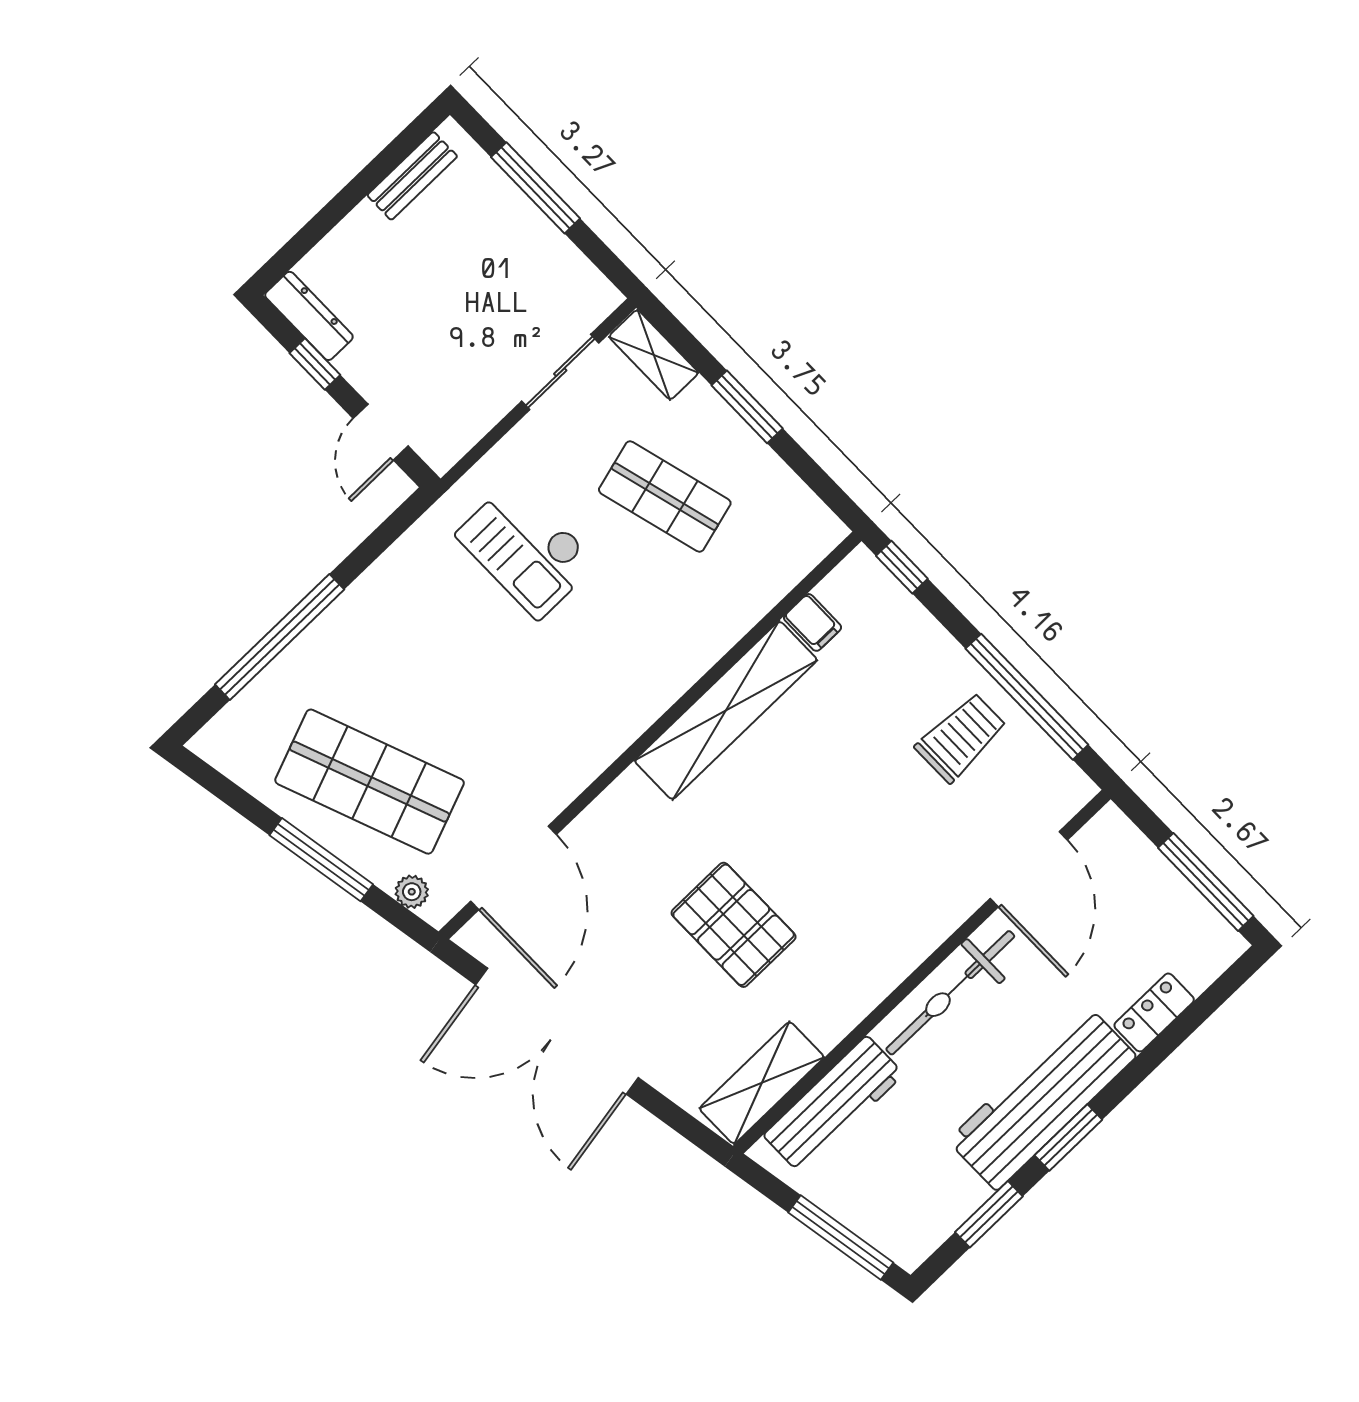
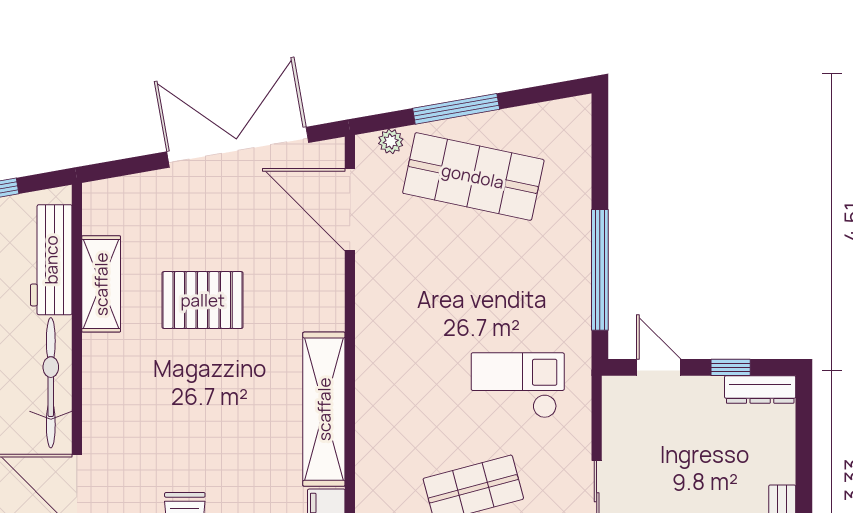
window: (280, 637) -> (600, 270), moved
shop shelf: (370, 782) -> (473, 176), turned 33
shelving: (762, 1083) -> (101, 284), moved

